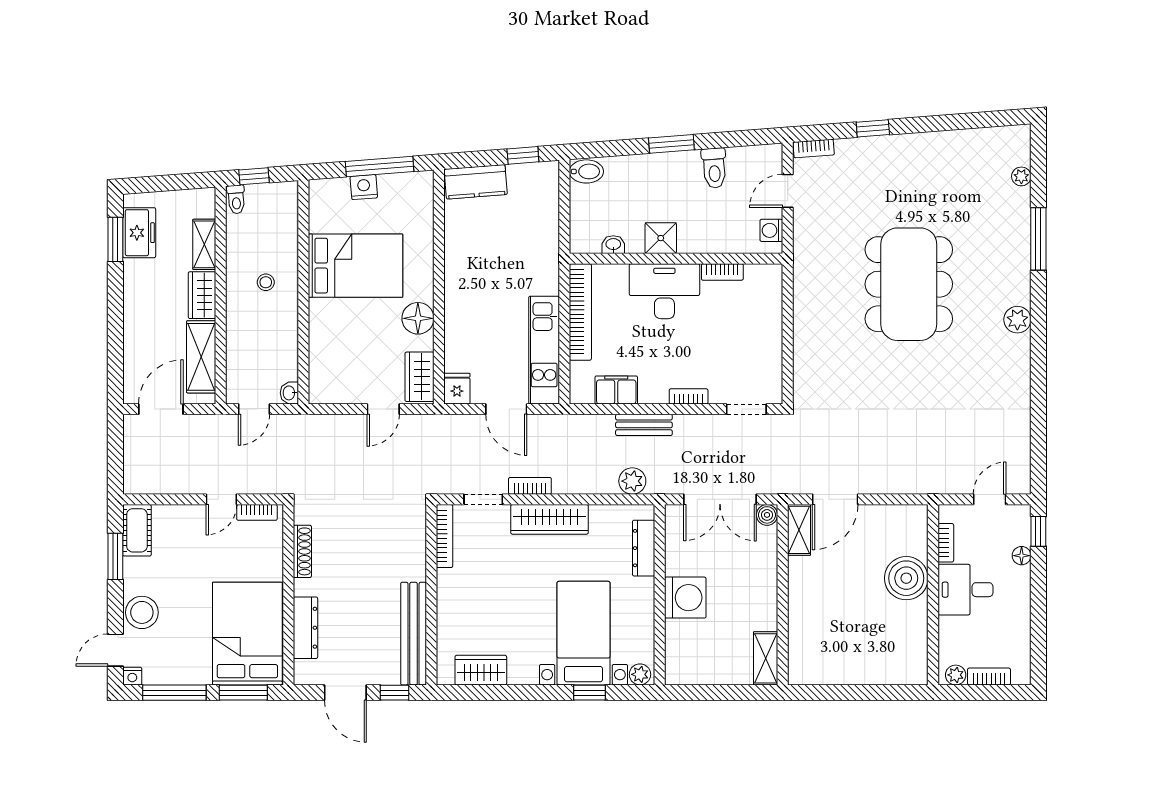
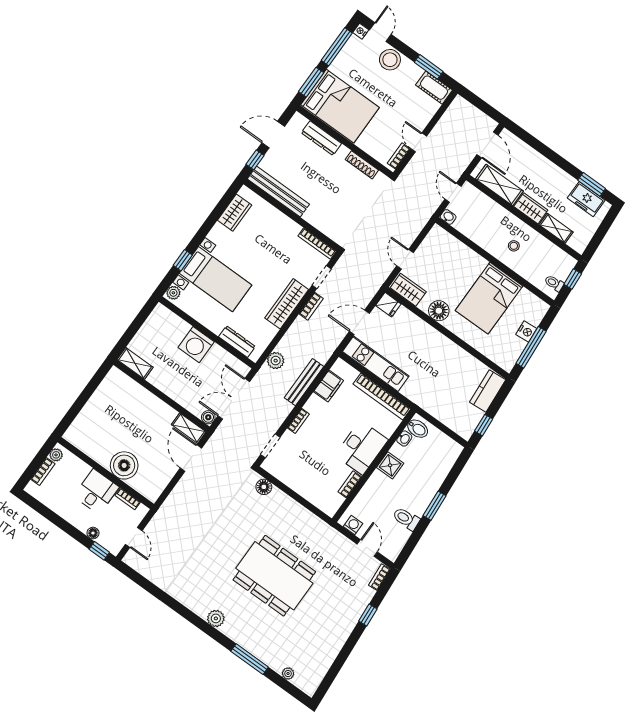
bidet: (586, 171) -> (418, 429), moved, turned -90
toilet: (236, 199) -> (554, 283), moved
floor lamp: (805, 380) -> (264, 487), added
bench: (644, 425) -> (304, 382), width x1.36

